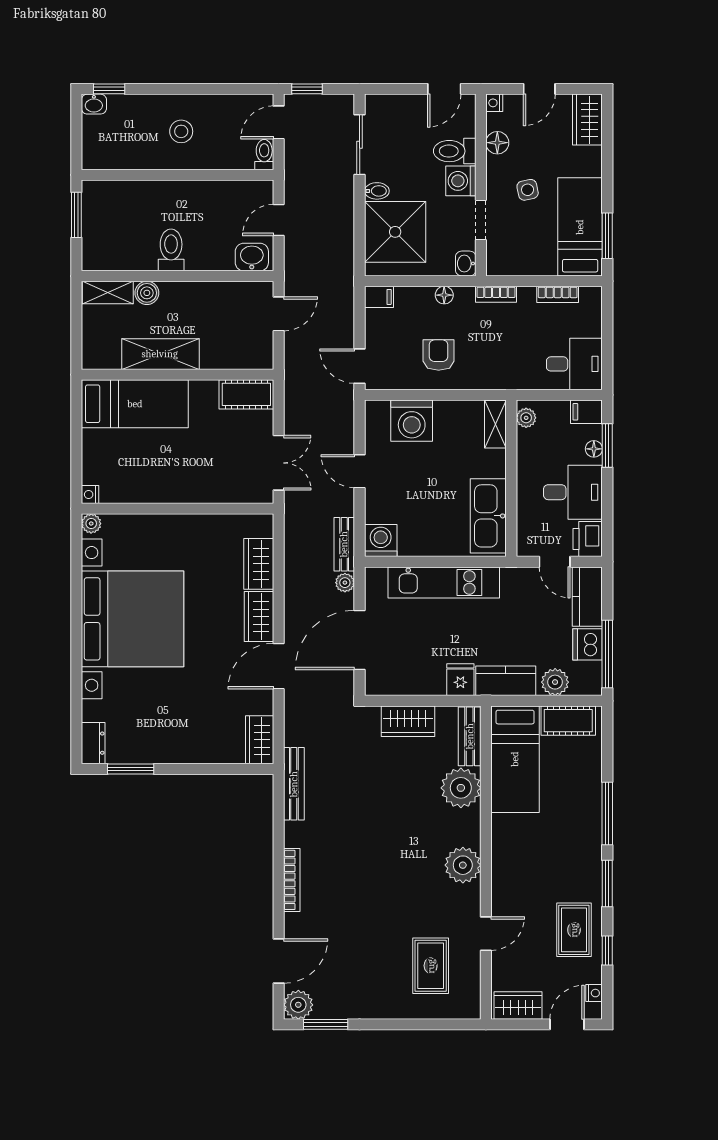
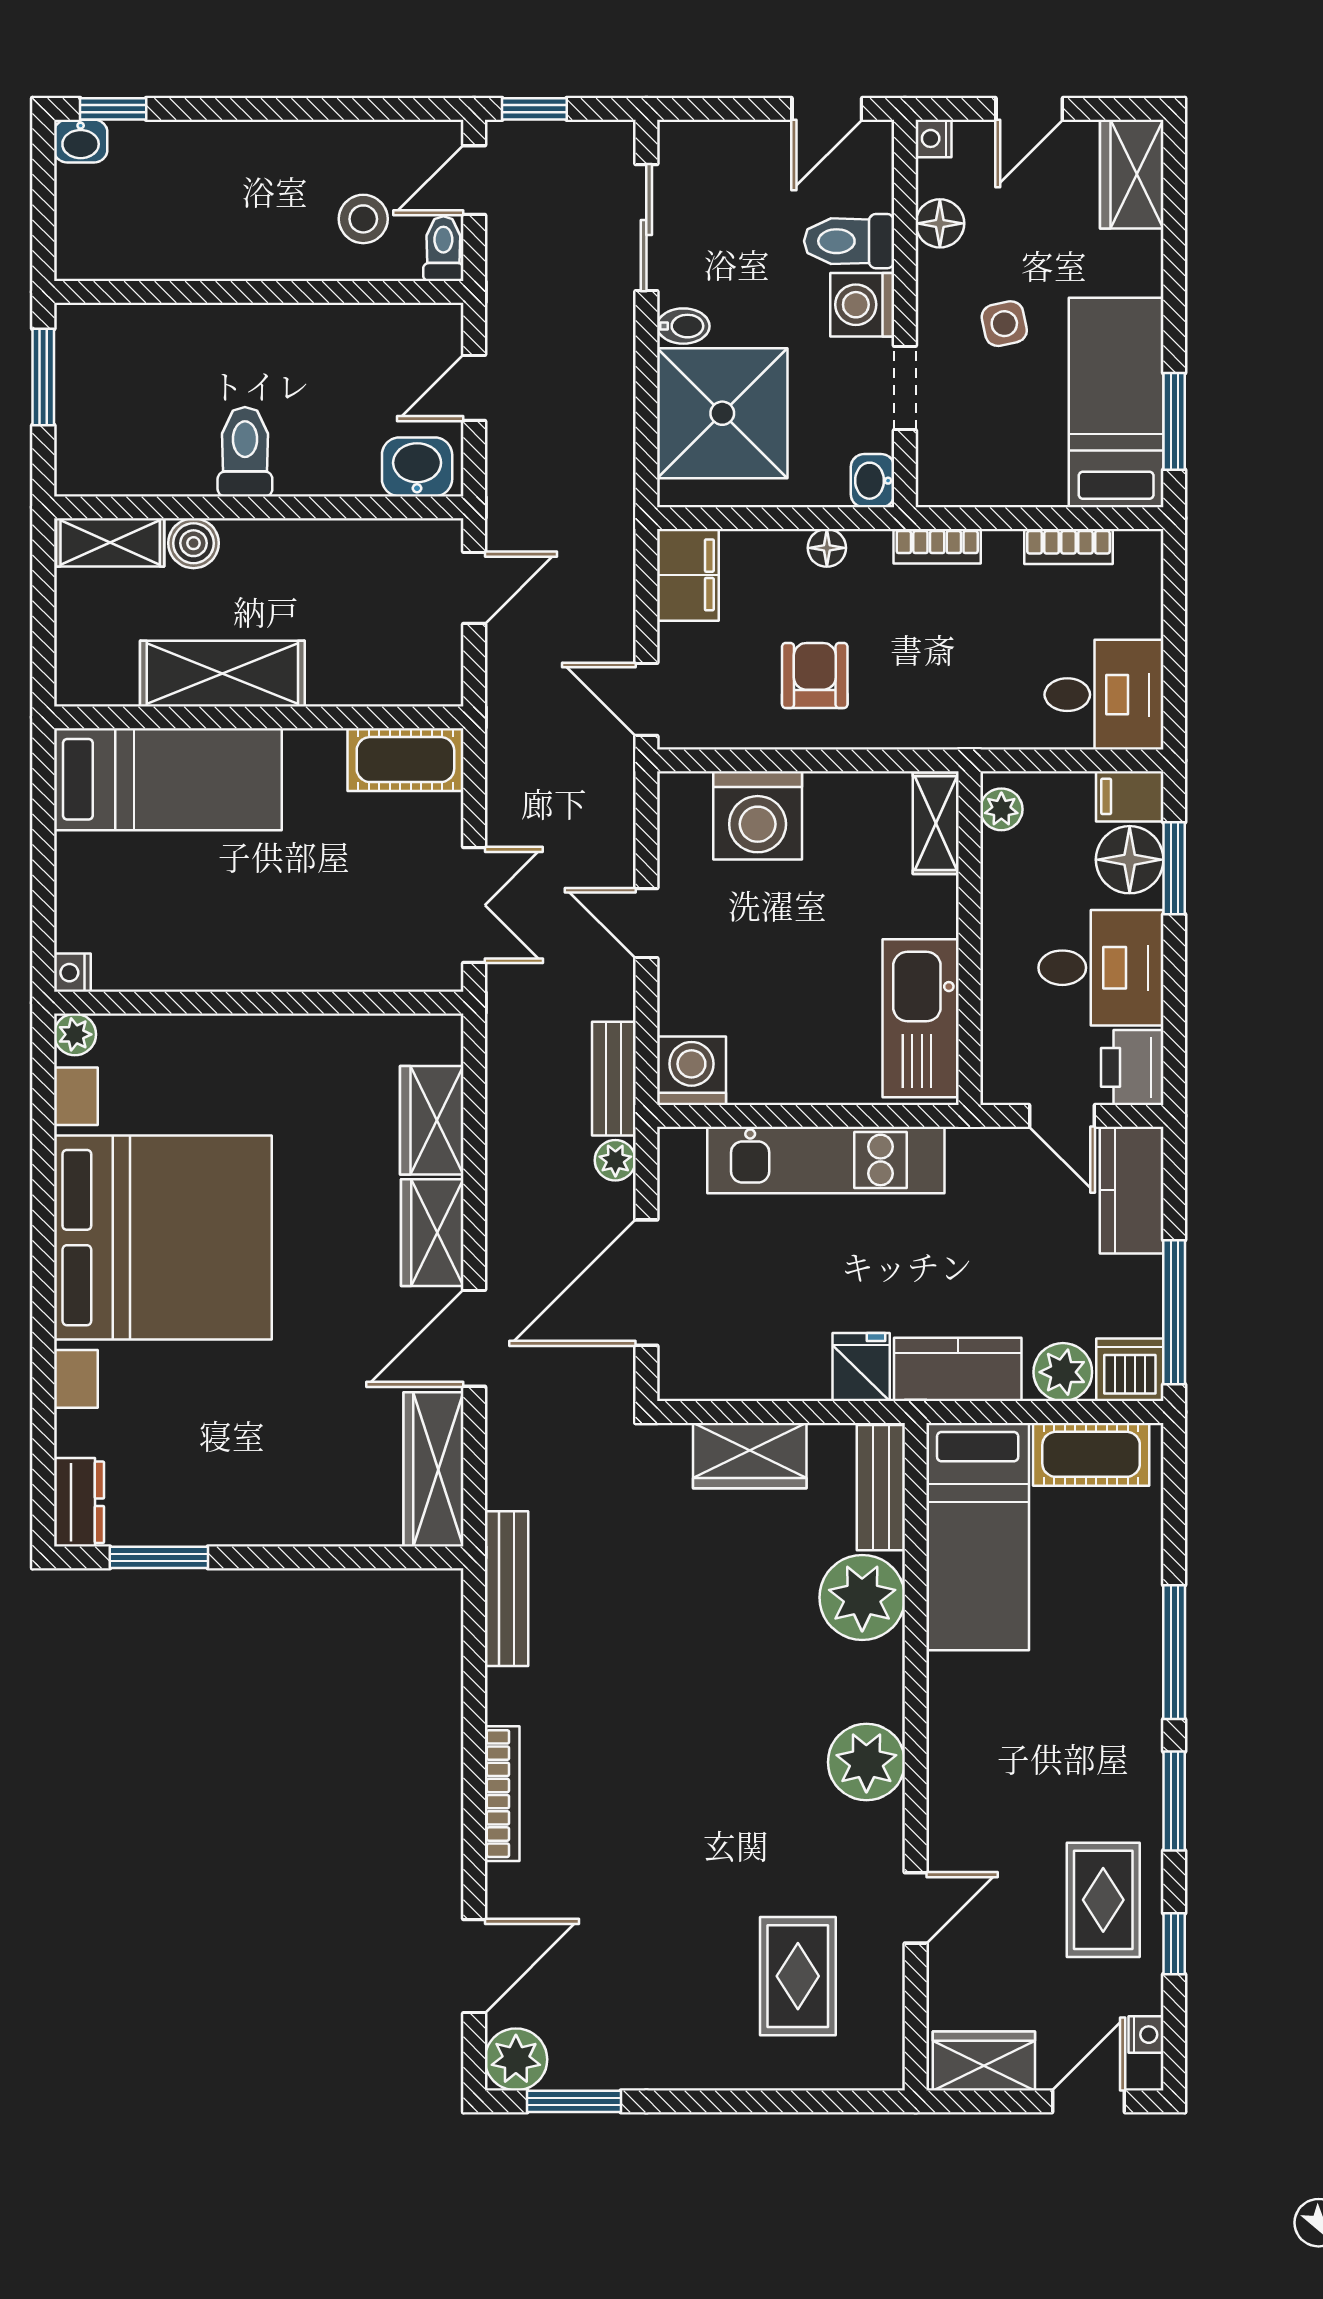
stool: (181, 131) -> (363, 219), moved
filing cabinet: (379, 297) -> (688, 575), width x2.00
floor lamp: (594, 449) -> (1130, 860), width x1.89, depth x1.89
dishwasher: (587, 644) -> (1130, 1370), moved, turned 90
wardrobe: (260, 740) -> (433, 1469), width x1.50

